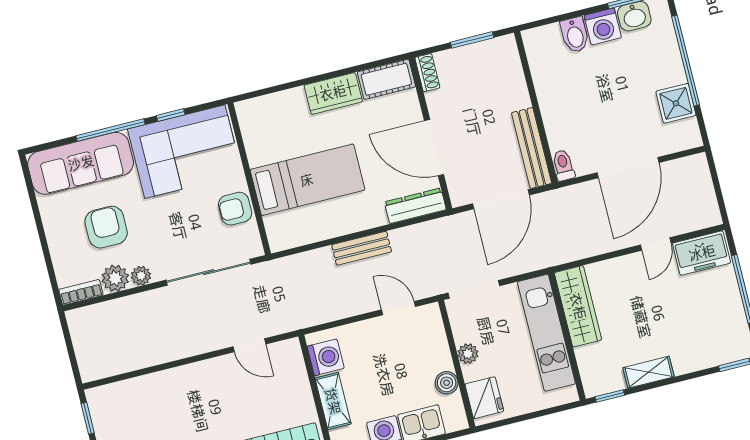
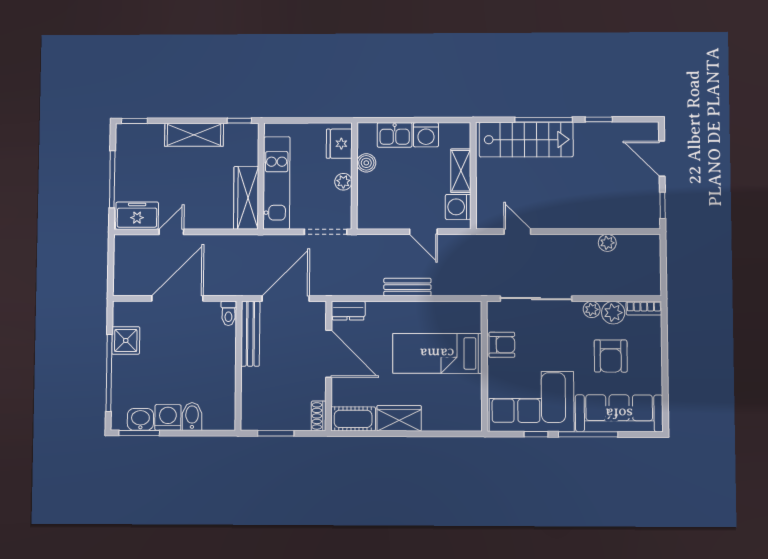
dresser: (415, 206) -> (348, 311), width x0.70
door: (398, 308) -> (423, 232), moved
plant: (141, 358) -> (607, 243), added
shelving: (649, 372) -> (194, 135), width x1.50, depth x1.33

